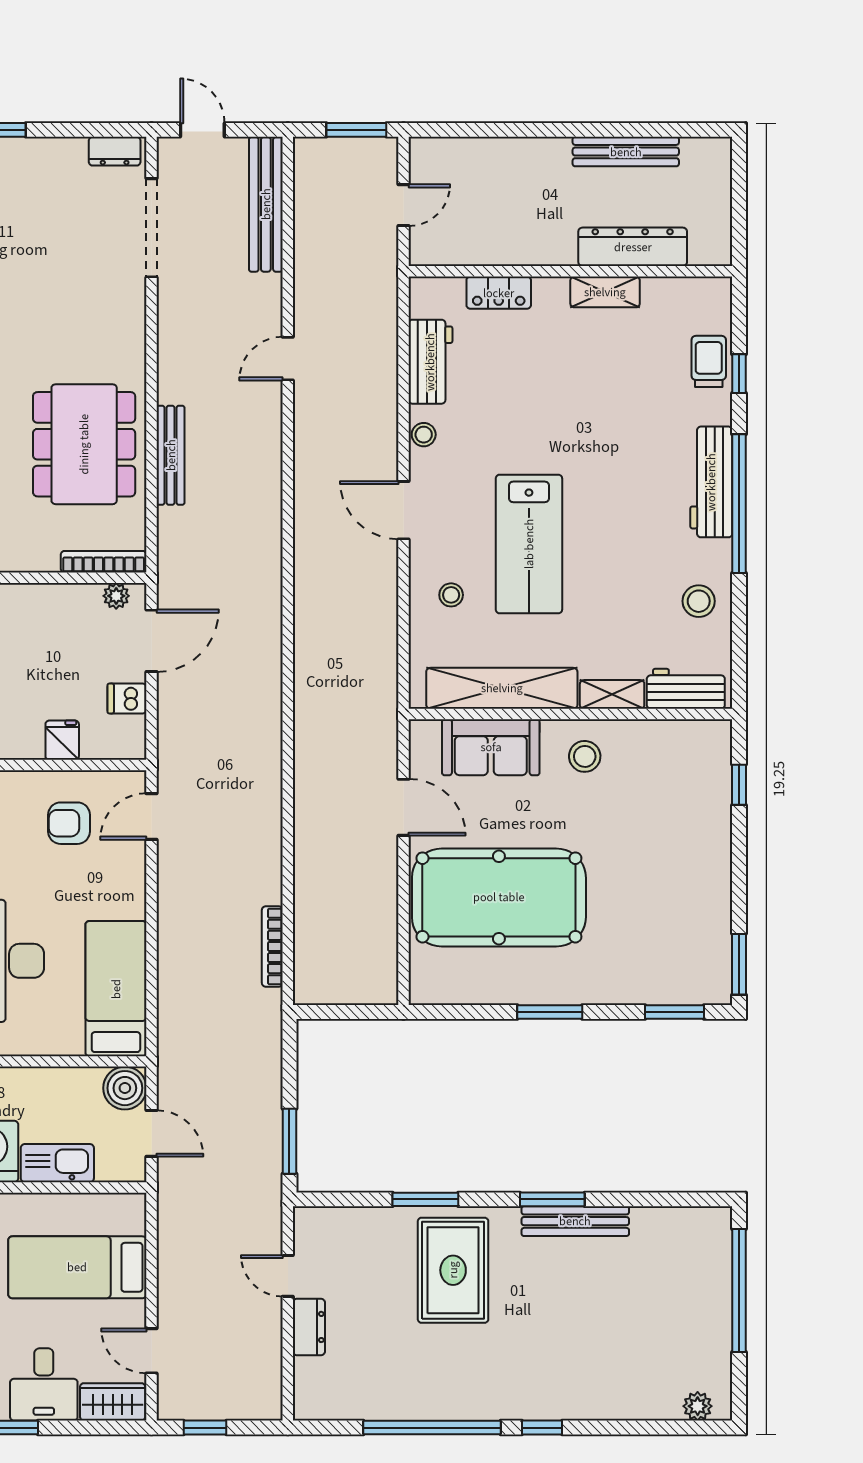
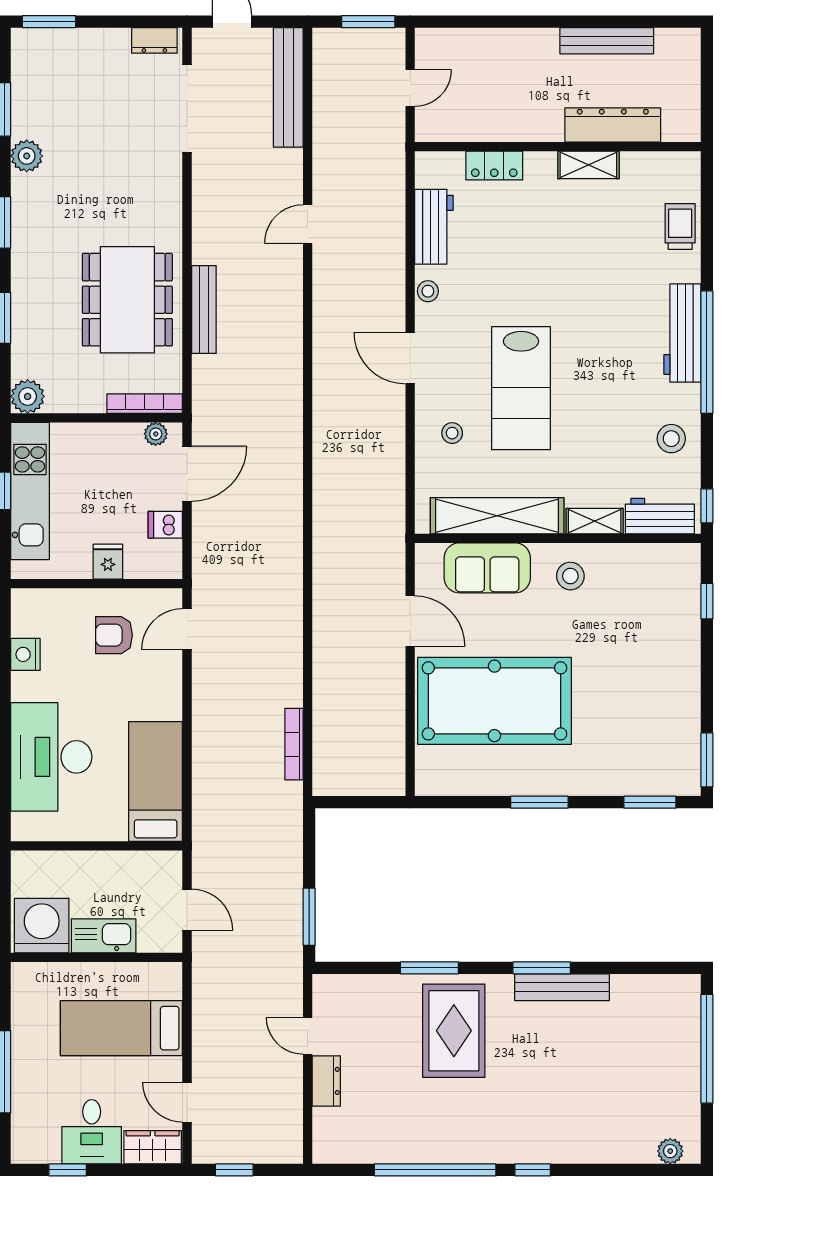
window: (739, 374) -> (707, 506), moved
boiler: (125, 1088) -> (163, 869), removed

